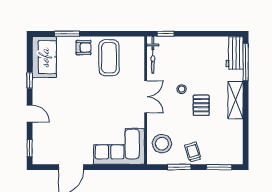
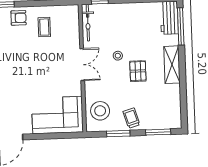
coffee table: (109, 58) -> (44, 27), width x0.54, depth x0.58

